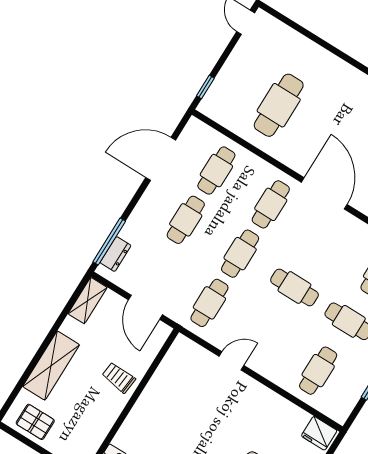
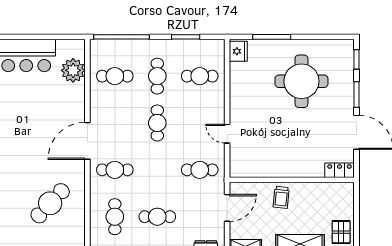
cafe table: (279, 105) -> (50, 203), turned -47
cafe table: (216, 171) -> (115, 217), turned 90
cafe table: (240, 254) -> (157, 170), removed

